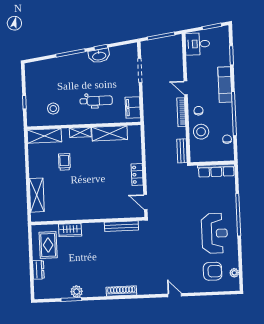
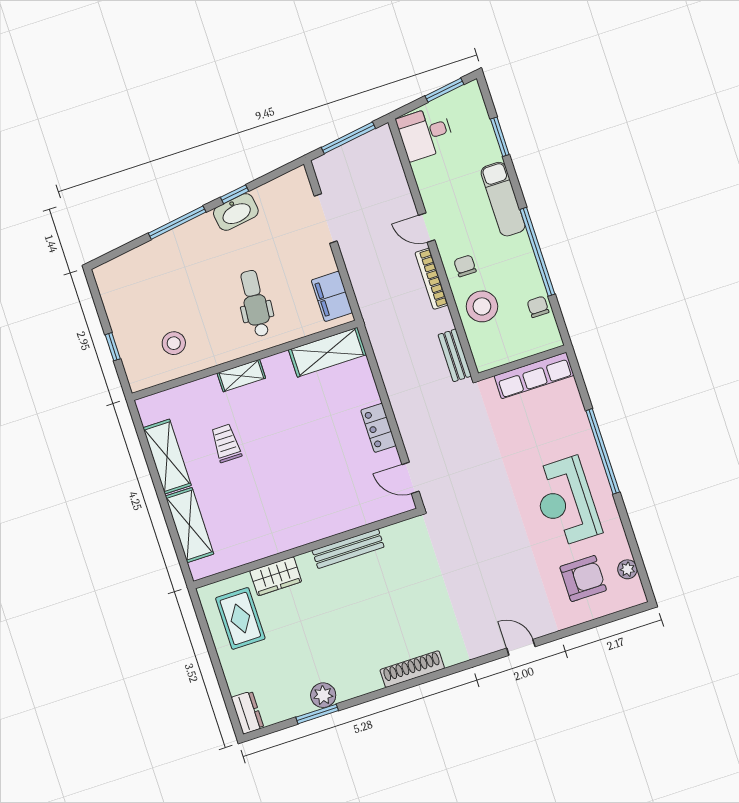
dental chair: (96, 101) -> (255, 303), turned -85
shelving: (110, 133) -> (327, 352), moved
shelving: (44, 136) -> (167, 457), moved, turned 90
bench: (121, 226) -> (348, 549), moved
reception desk: (214, 233) -> (566, 502), turned 180
dresser: (38, 270) -> (248, 712), moved

